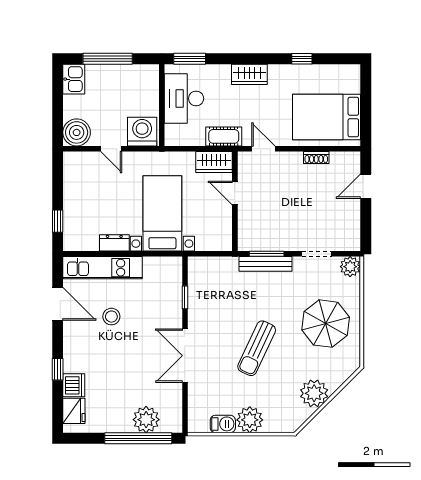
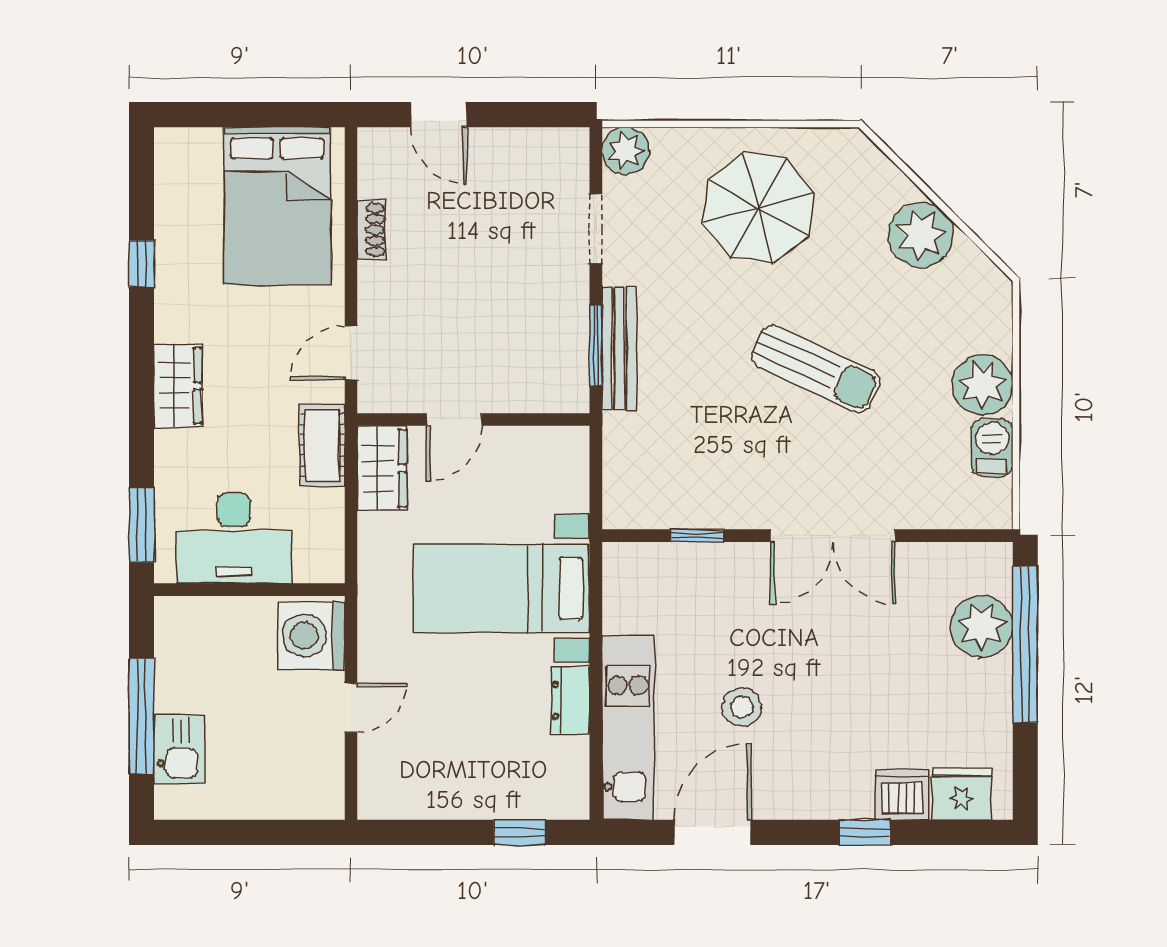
kitchen sink: (74, 79) -> (179, 749), moved, turned 90
boiler: (77, 132) -> (313, 788), removed

